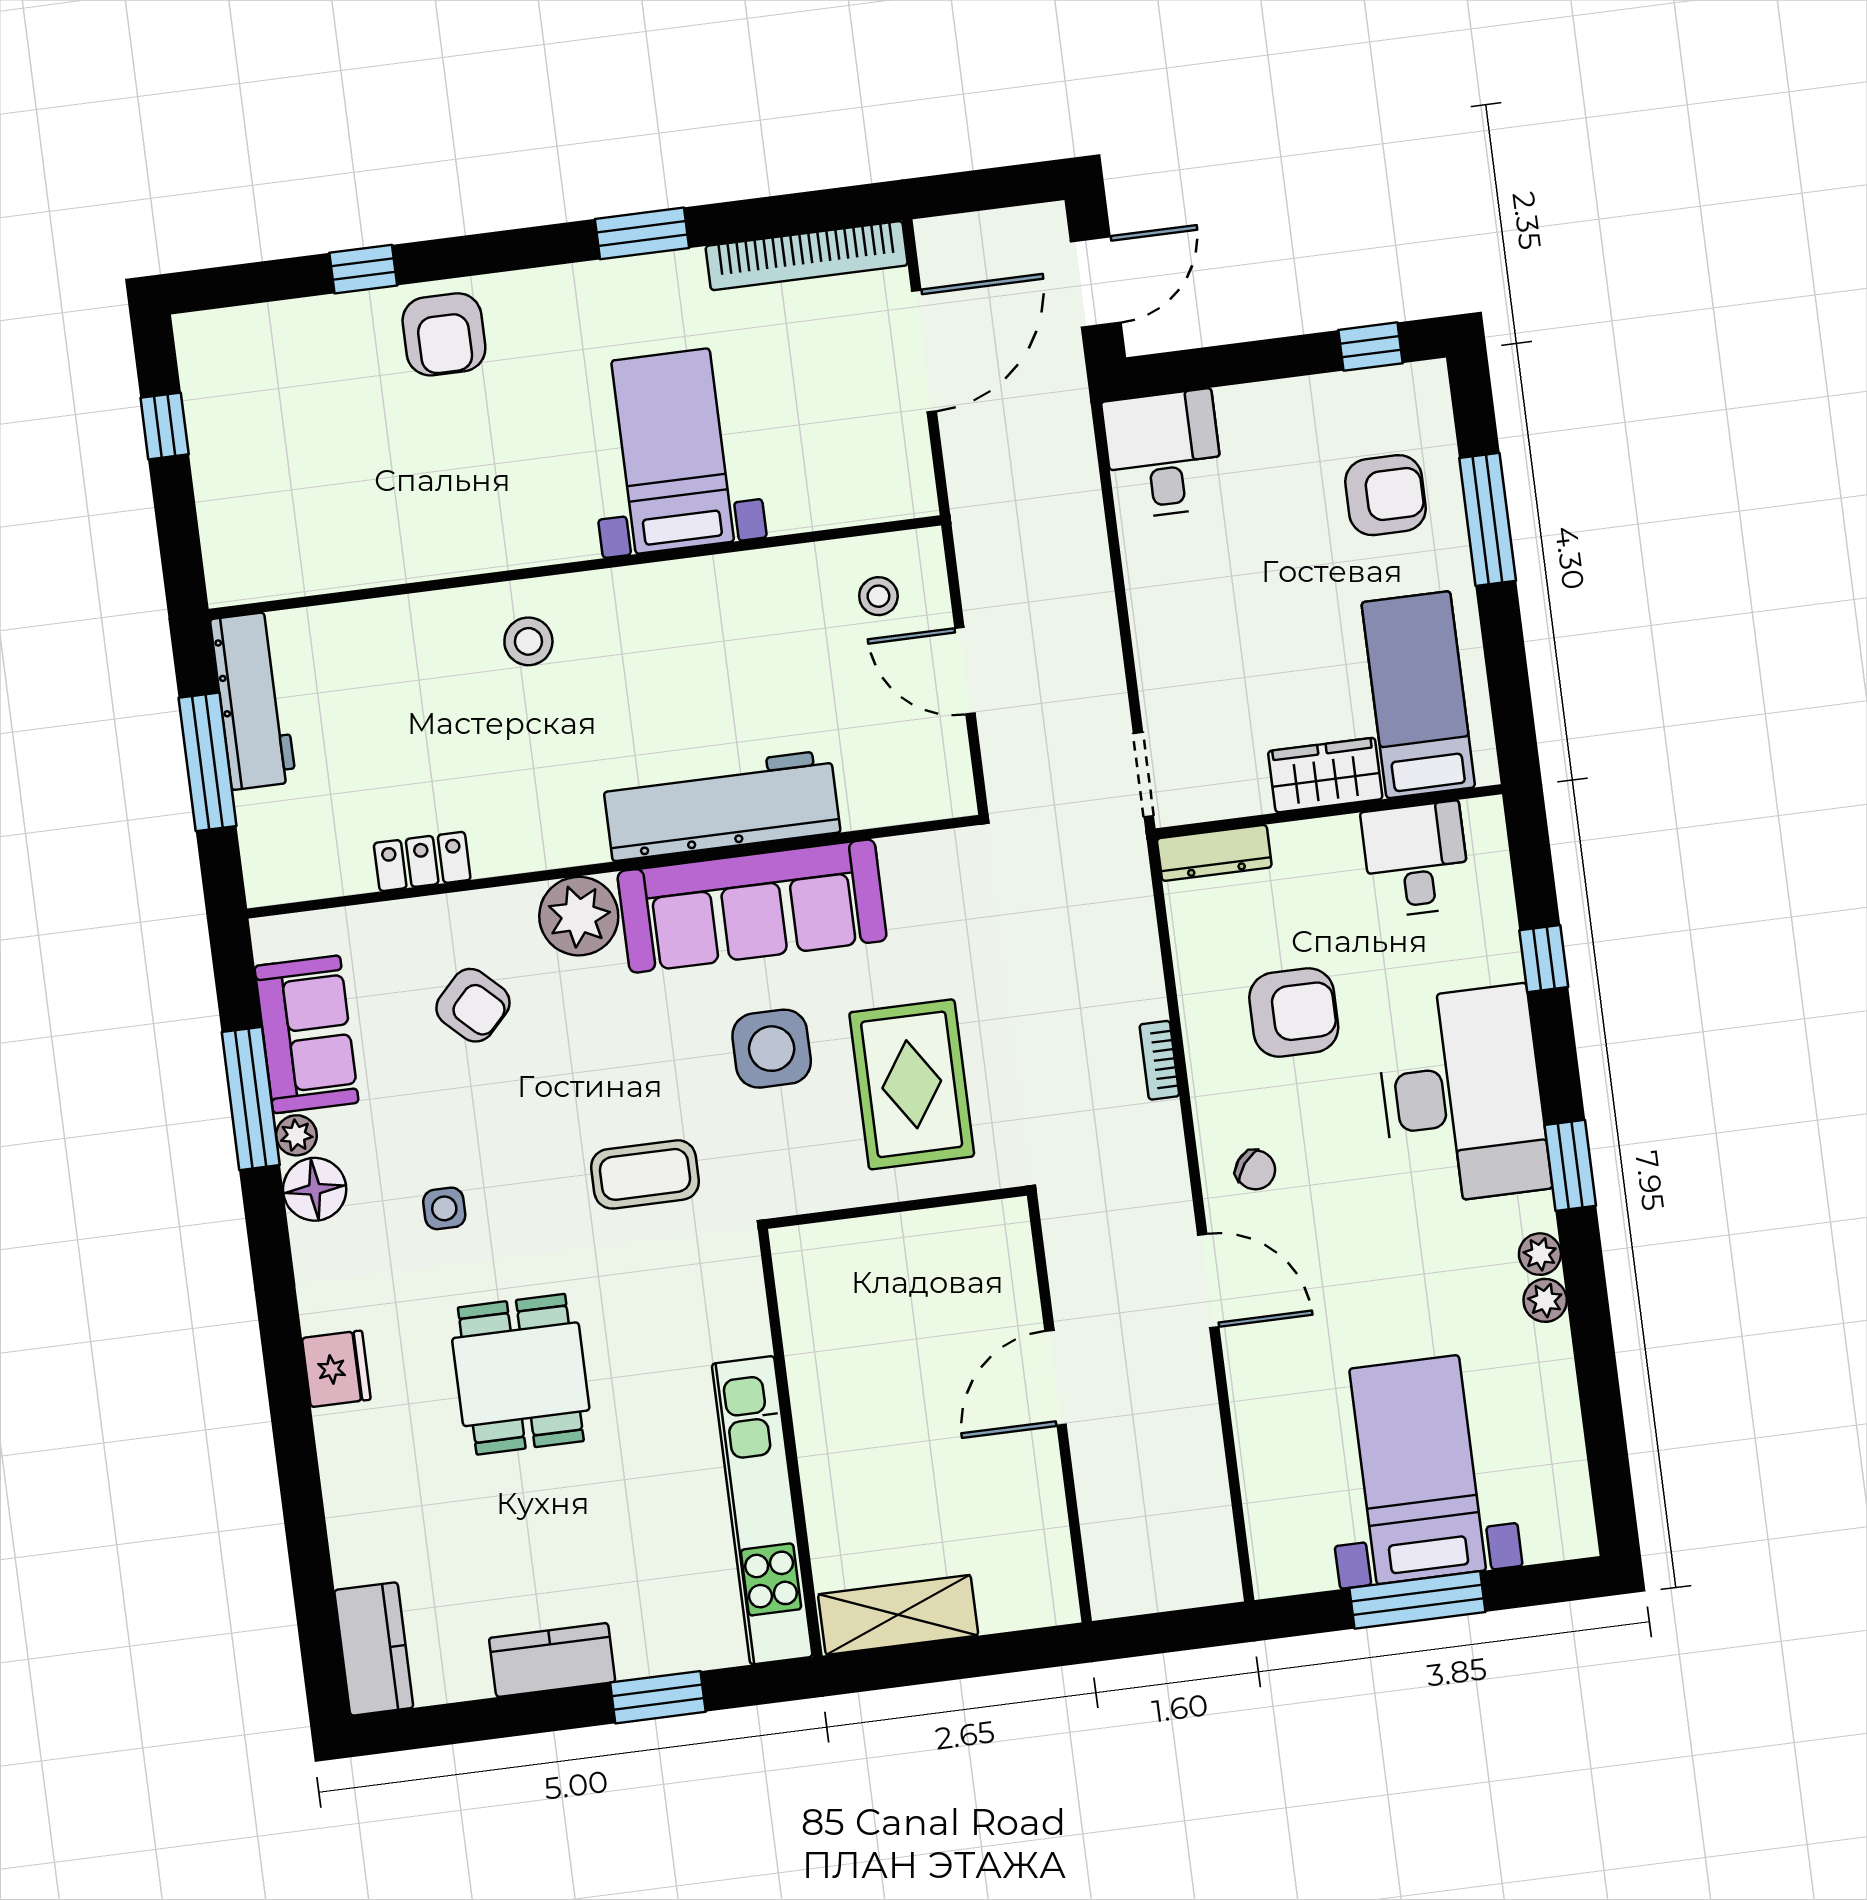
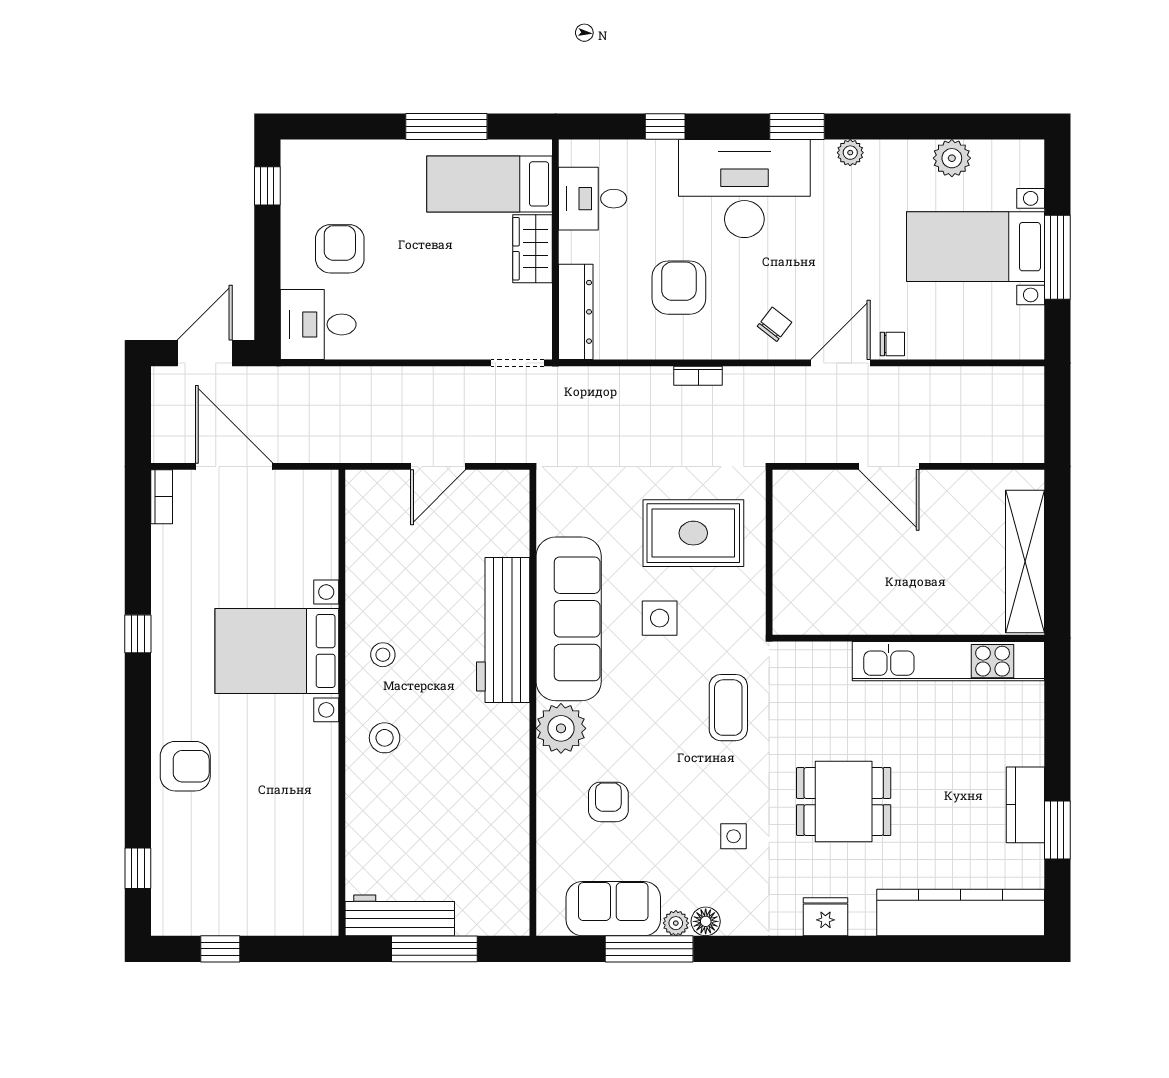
window: (642, 233) -> (138, 634), width x0.67
bookcase: (807, 256) -> (162, 497), width x0.43, depth x0.76
window: (363, 269) -> (138, 868), moved
door: (1096, 282) -> (205, 353), hinge flipped
bed with nightstands: (673, 451) -> (277, 651), width x1.36
armchair: (1386, 495) -> (340, 249), moved
window: (1488, 519) -> (446, 126), moved
stool: (878, 596) -> (383, 655), moved
dresser: (1214, 853) -> (576, 312), width x1.37, depth x1.24
locker: (422, 861) -> (514, 822), removed
armchair: (473, 1005) -> (608, 802), turned -44
side table: (772, 1049) -> (660, 618), width x0.73, depth x0.73
floor lamp: (315, 1189) -> (706, 921), width x0.73, depth x0.73
plant: (1545, 1300) -> (952, 158), moved, width x1.38, depth x1.38
chair: (1248, 1359) -> (892, 344), added
shelving: (898, 1615) -> (1025, 562), width x1.47
kitchen counter: (374, 1649) -> (961, 912), width x2.08, depth x1.17
window: (658, 1697) -> (1057, 830), moved

